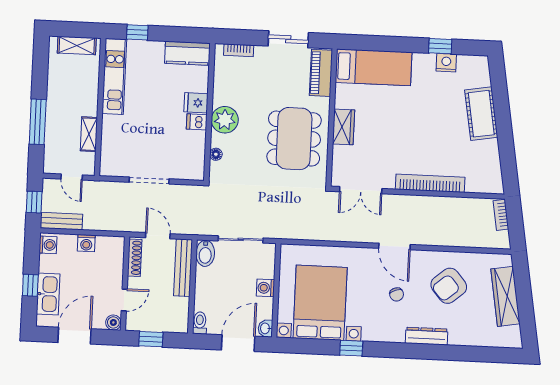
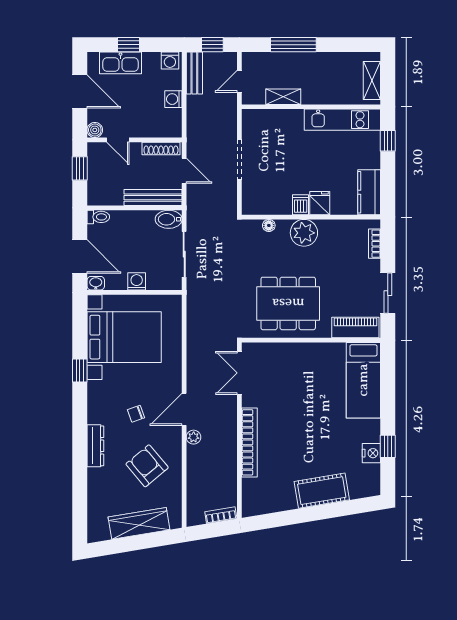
wardrobe: (344, 127) -> (302, 353), removed
door: (158, 236) -> (184, 171), hinge flipped
plant: (422, 238) -> (194, 437), added

